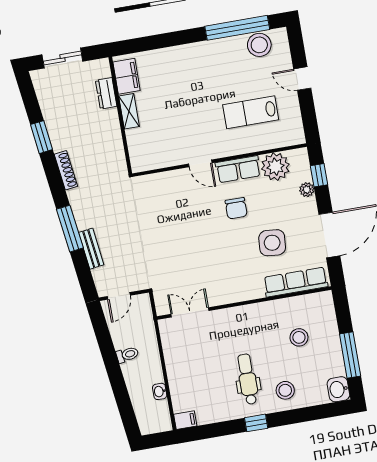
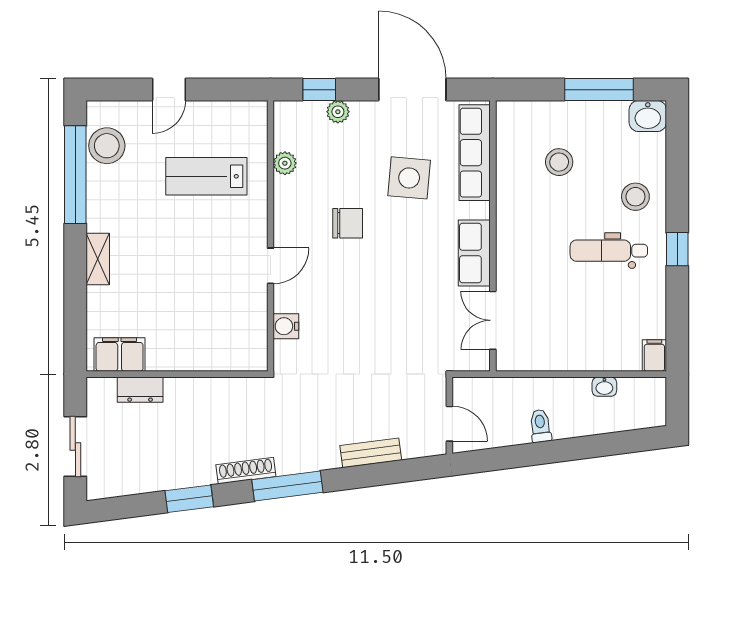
shelving: (129, 111) -> (98, 259), moved, turned 90
lab bench: (251, 112) -> (206, 176), turned 90
plant: (275, 167) -> (285, 163), width x0.53, depth x0.53
row of seats: (238, 169) -> (474, 253), moved, turned 180
water cooler: (163, 180) -> (286, 326), added
window: (70, 229) -> (287, 486), moved

